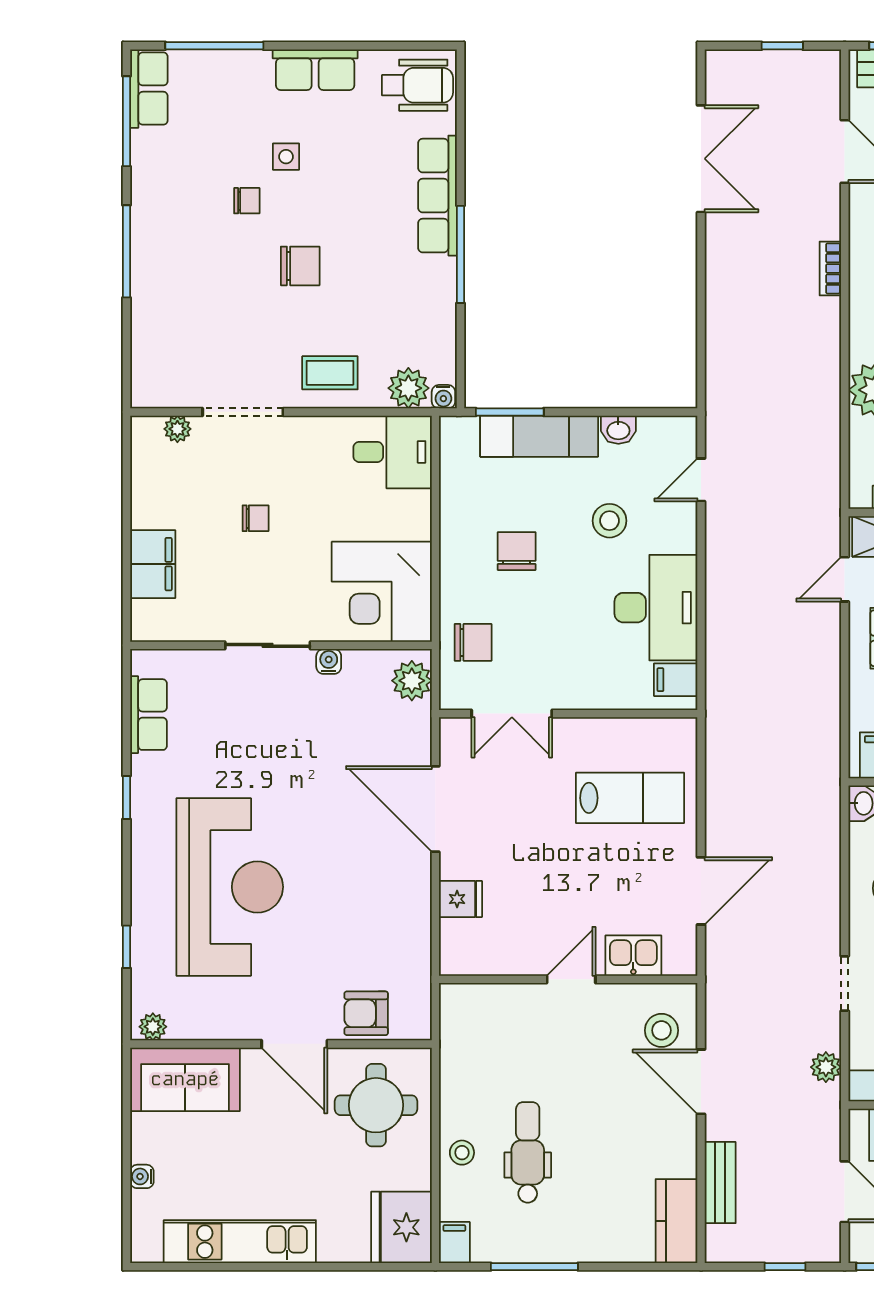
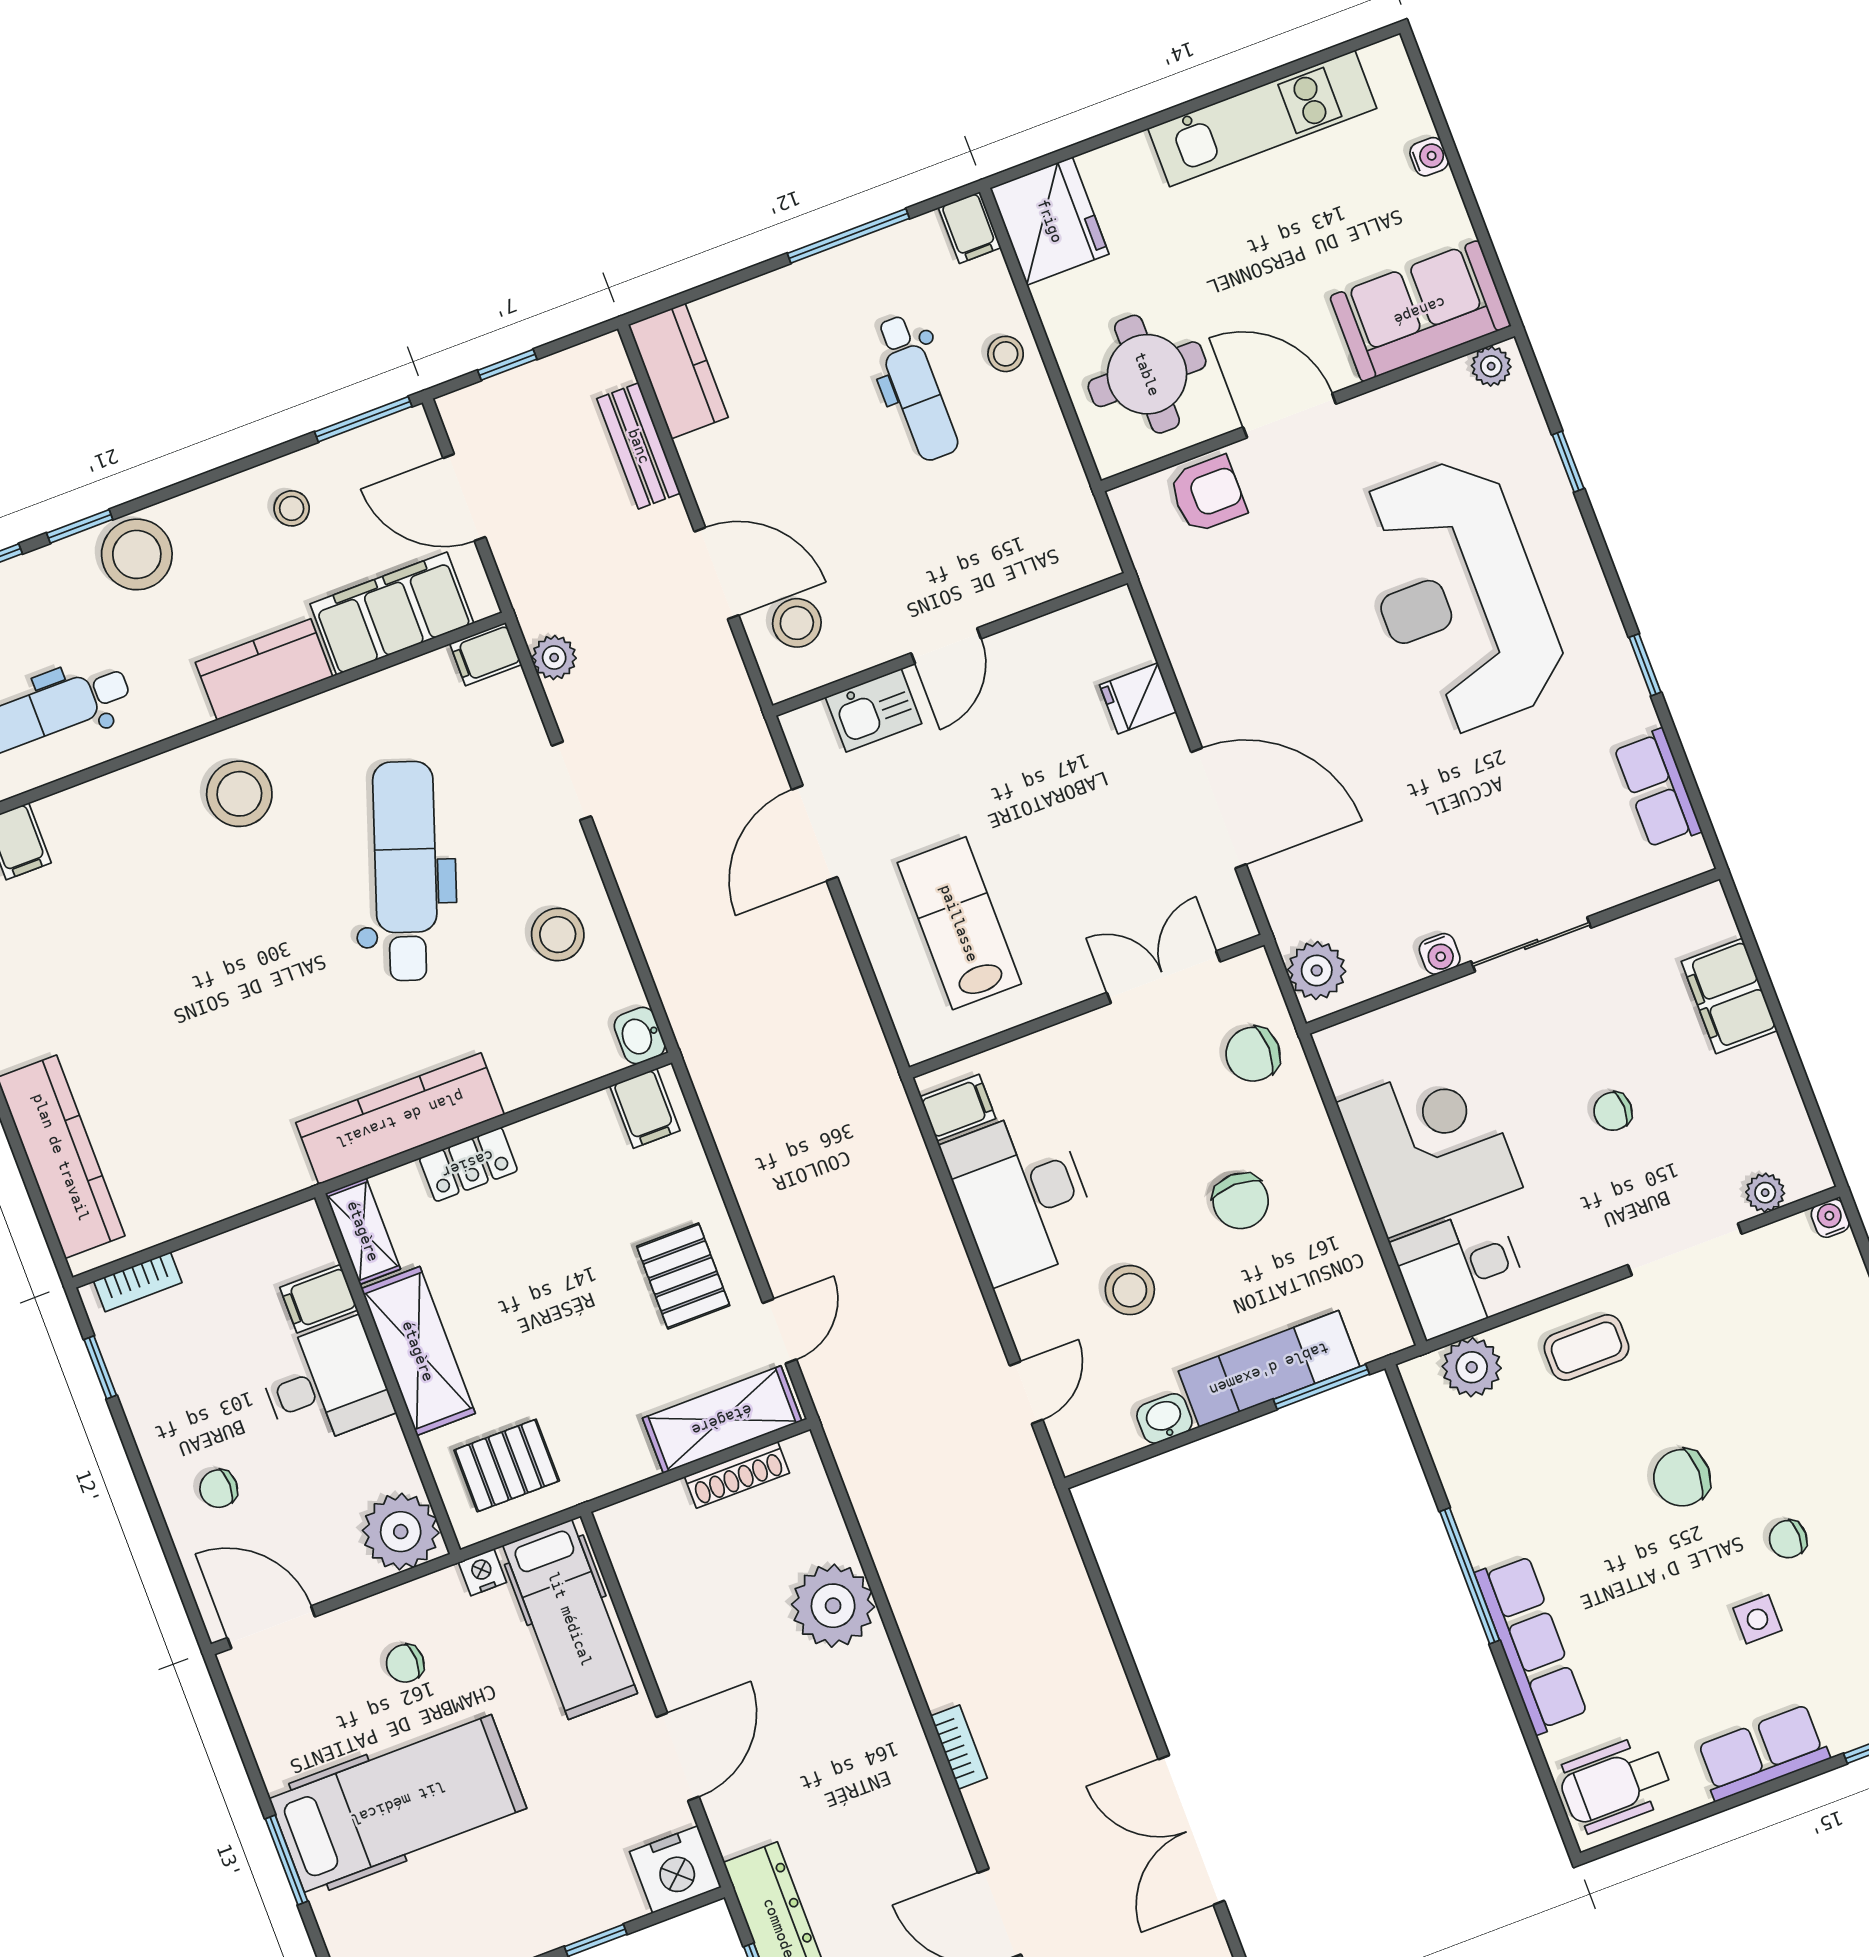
water cooler: (443, 397) -> (1830, 1218), moved
corner desk: (382, 592) -> (1429, 1145), moved
lab bench: (630, 798) -> (959, 923), turned 90

